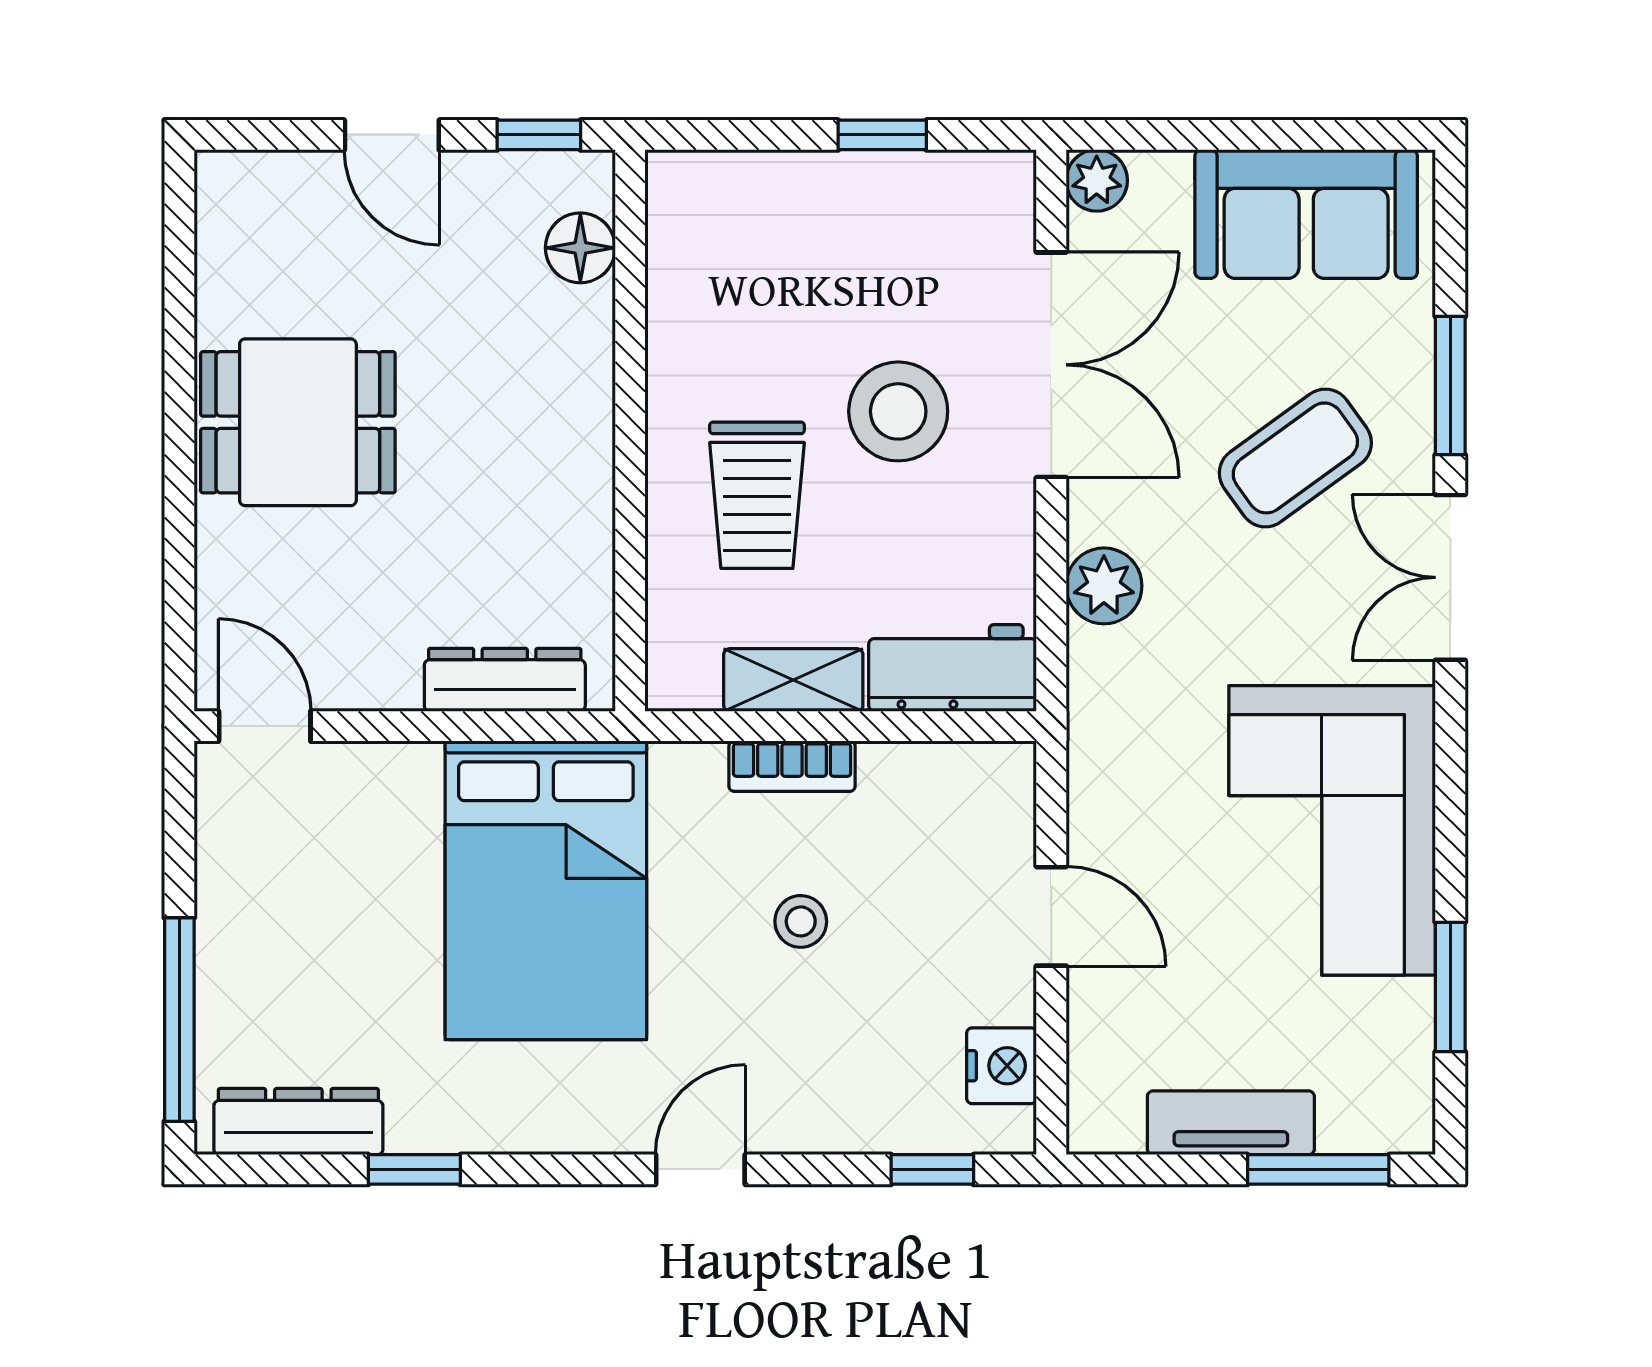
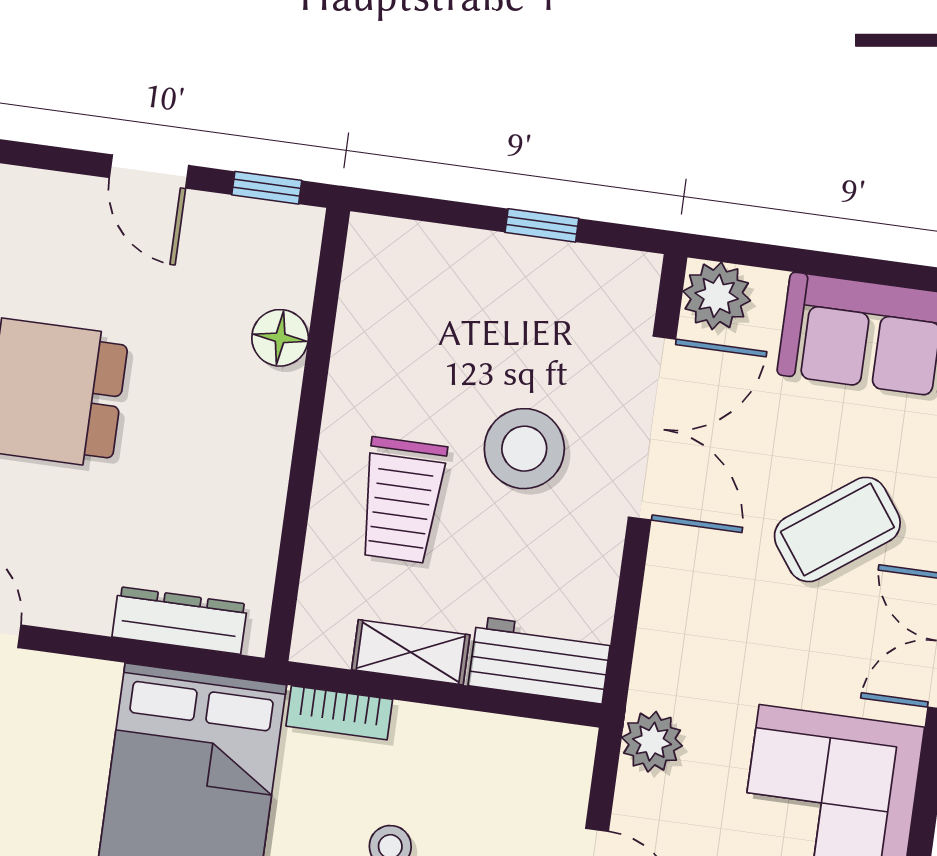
plant: (1097, 180) -> (717, 296), width x1.38, depth x1.38
floor lamp: (580, 248) -> (280, 338), moved
plant: (1104, 586) -> (652, 742), moved
bookcase: (792, 766) -> (339, 713), moved

